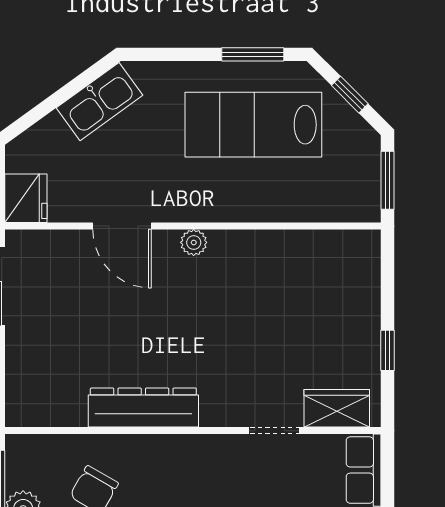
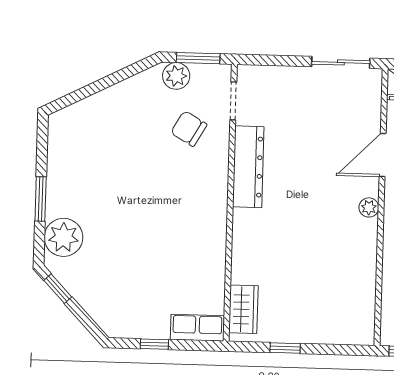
doorway: (274, 431) -> (233, 101), moved

